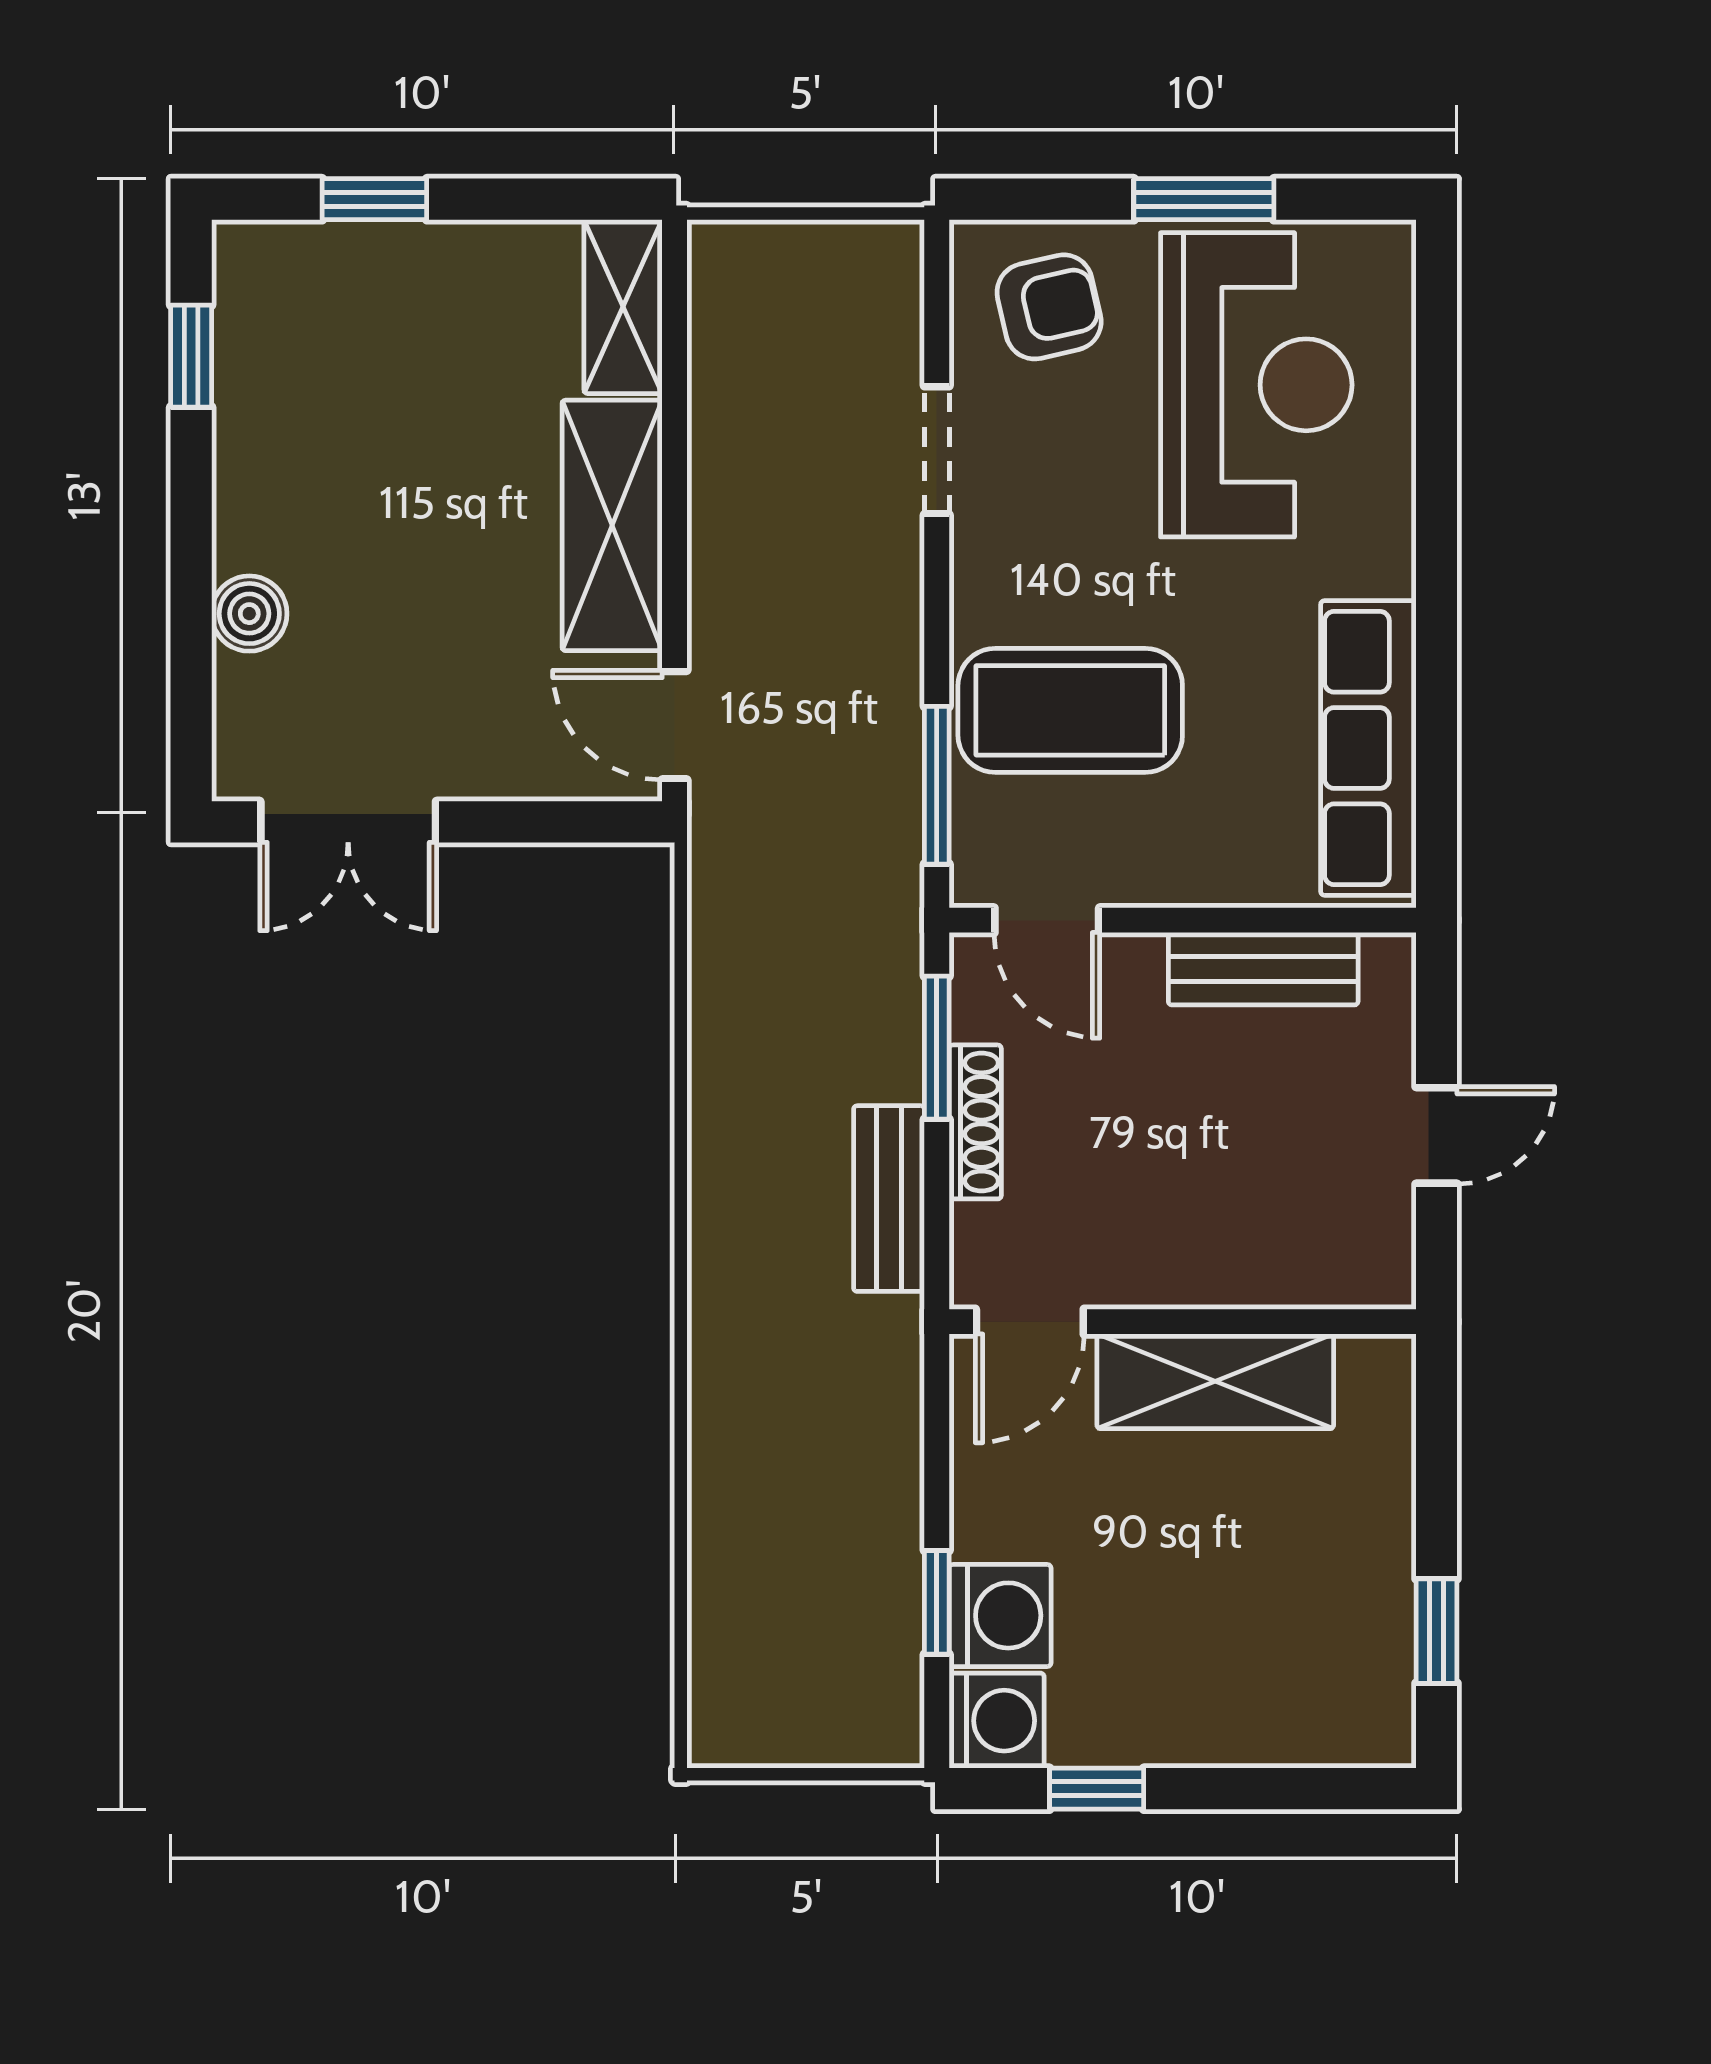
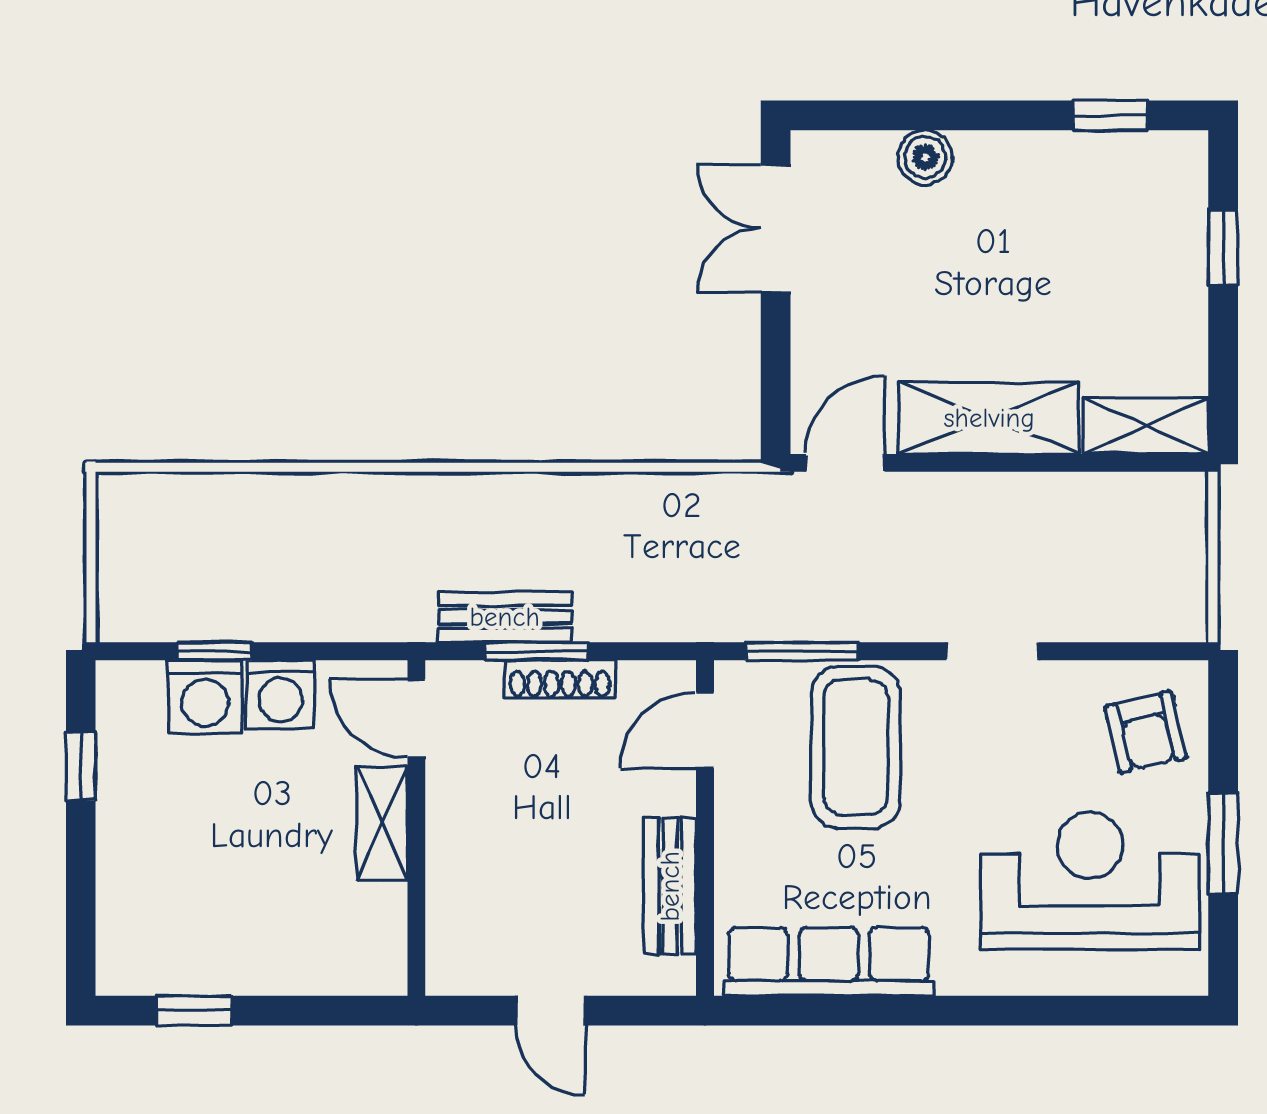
reception desk: (1256, 385) -> (1090, 881), turned 180
doorway: (937, 450) -> (993, 651), moved
window: (937, 1048) -> (537, 651), moved
shelving: (1215, 1381) -> (382, 823), width x0.67, depth x0.75
washing machine: (997, 1721) -> (281, 694), moved

